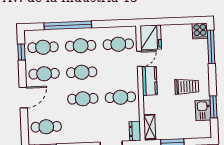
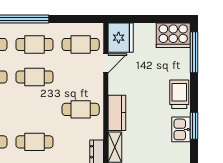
cooker: (200, 31) -> (173, 35), width x1.87, depth x1.31
kitchen counter: (149, 81) -> (117, 113), moved
trolley: (187, 87) -> (179, 94), moved, turned -90
cafe table: (83, 99) -> (34, 142), moved

